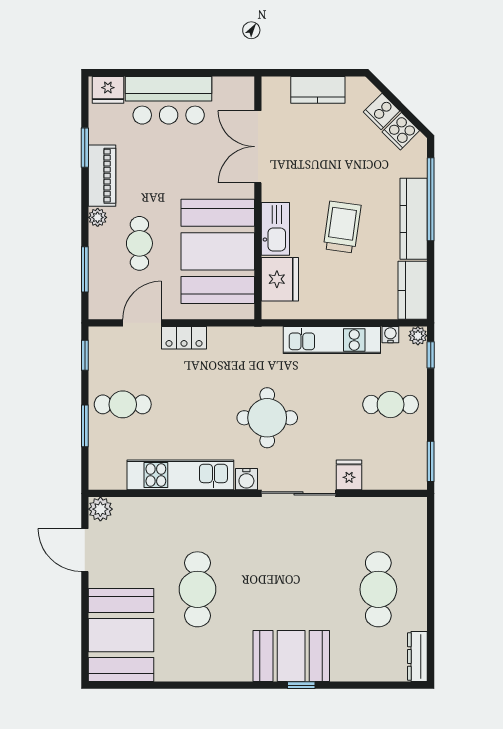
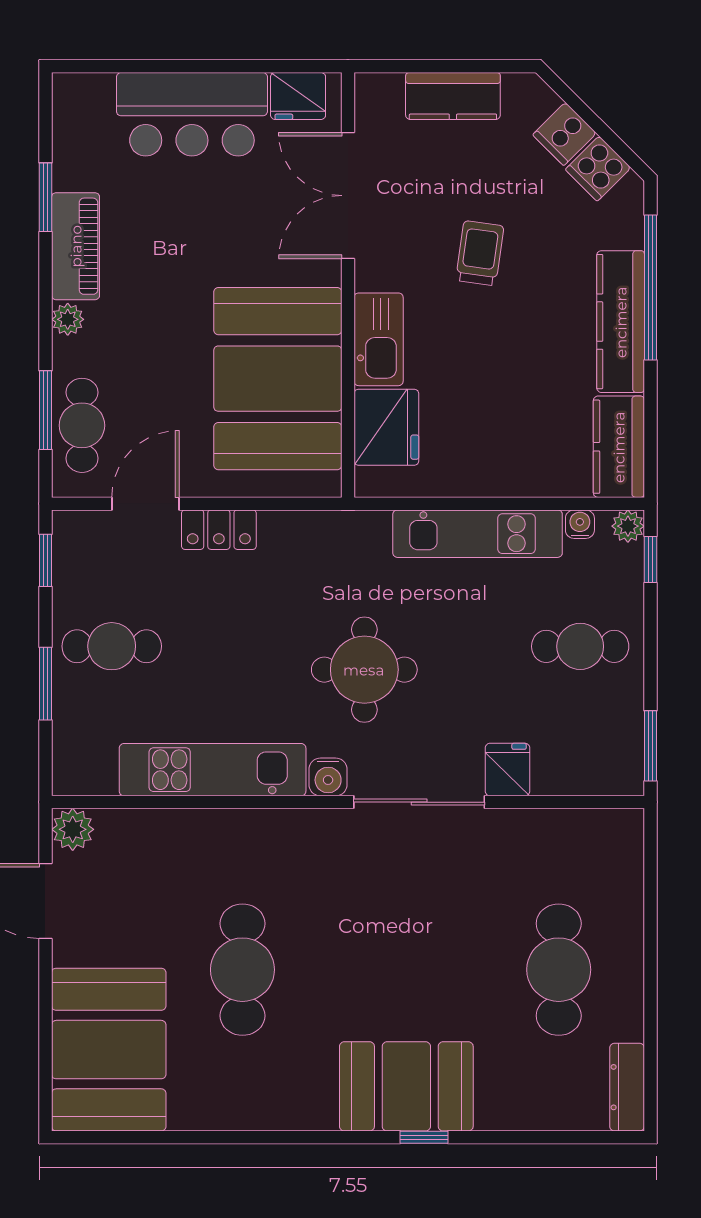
fridge: (108, 90) -> (298, 96), moved
trolley: (342, 227) -> (480, 253), moved, width x0.73, depth x0.72
cafe table: (139, 243) -> (82, 425), moved

